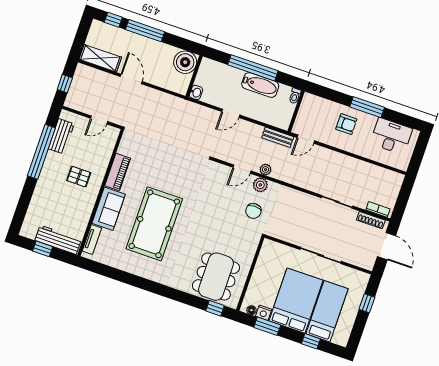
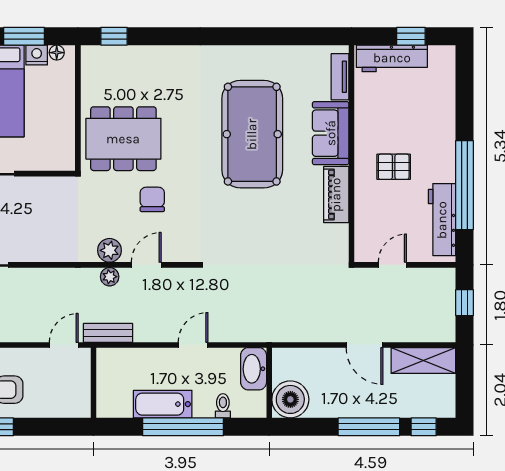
washbasin: (196, 92) -> (254, 369), width x1.91, depth x1.45
toilet: (295, 96) -> (223, 406), moved
workbench: (61, 136) -> (442, 220), width x1.38
chair: (253, 211) -> (152, 199), moved
dining table: (216, 277) -> (123, 139), moved, turned 90

